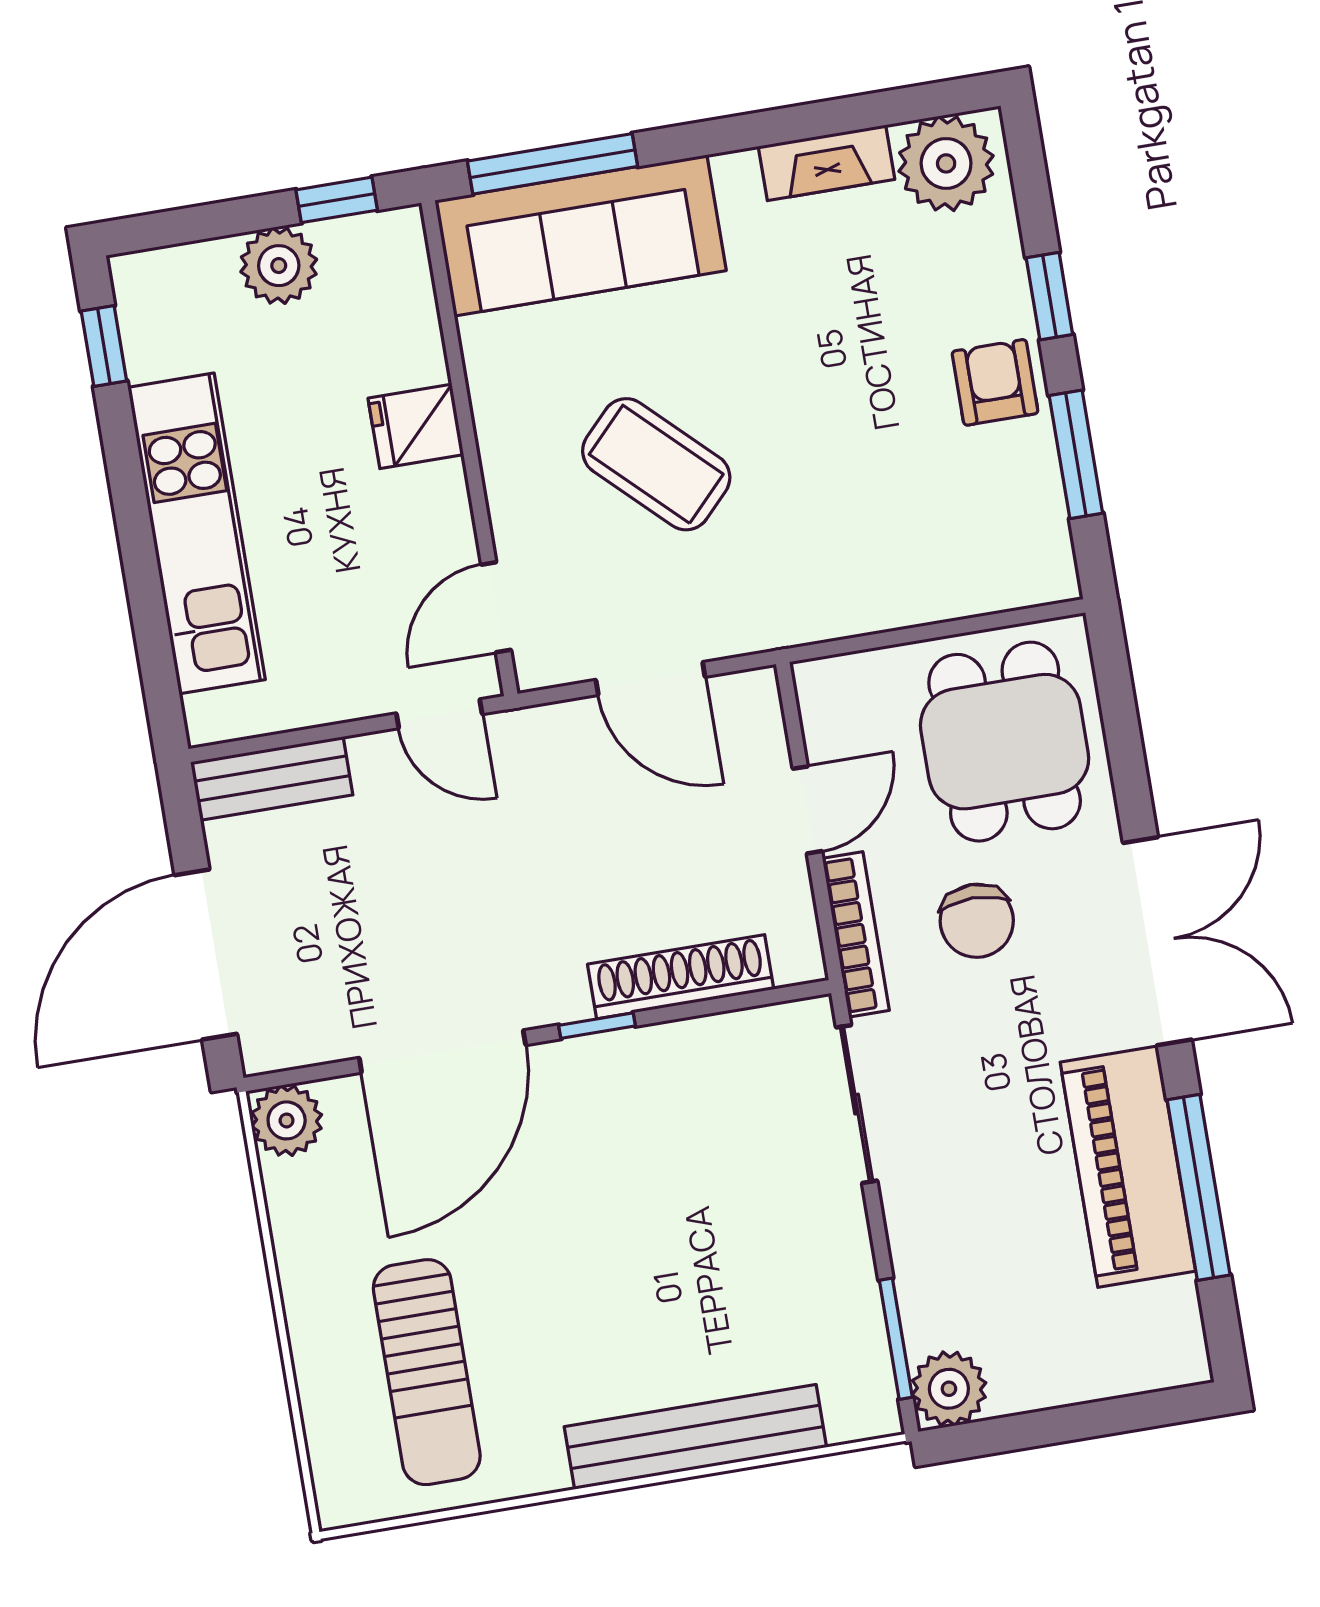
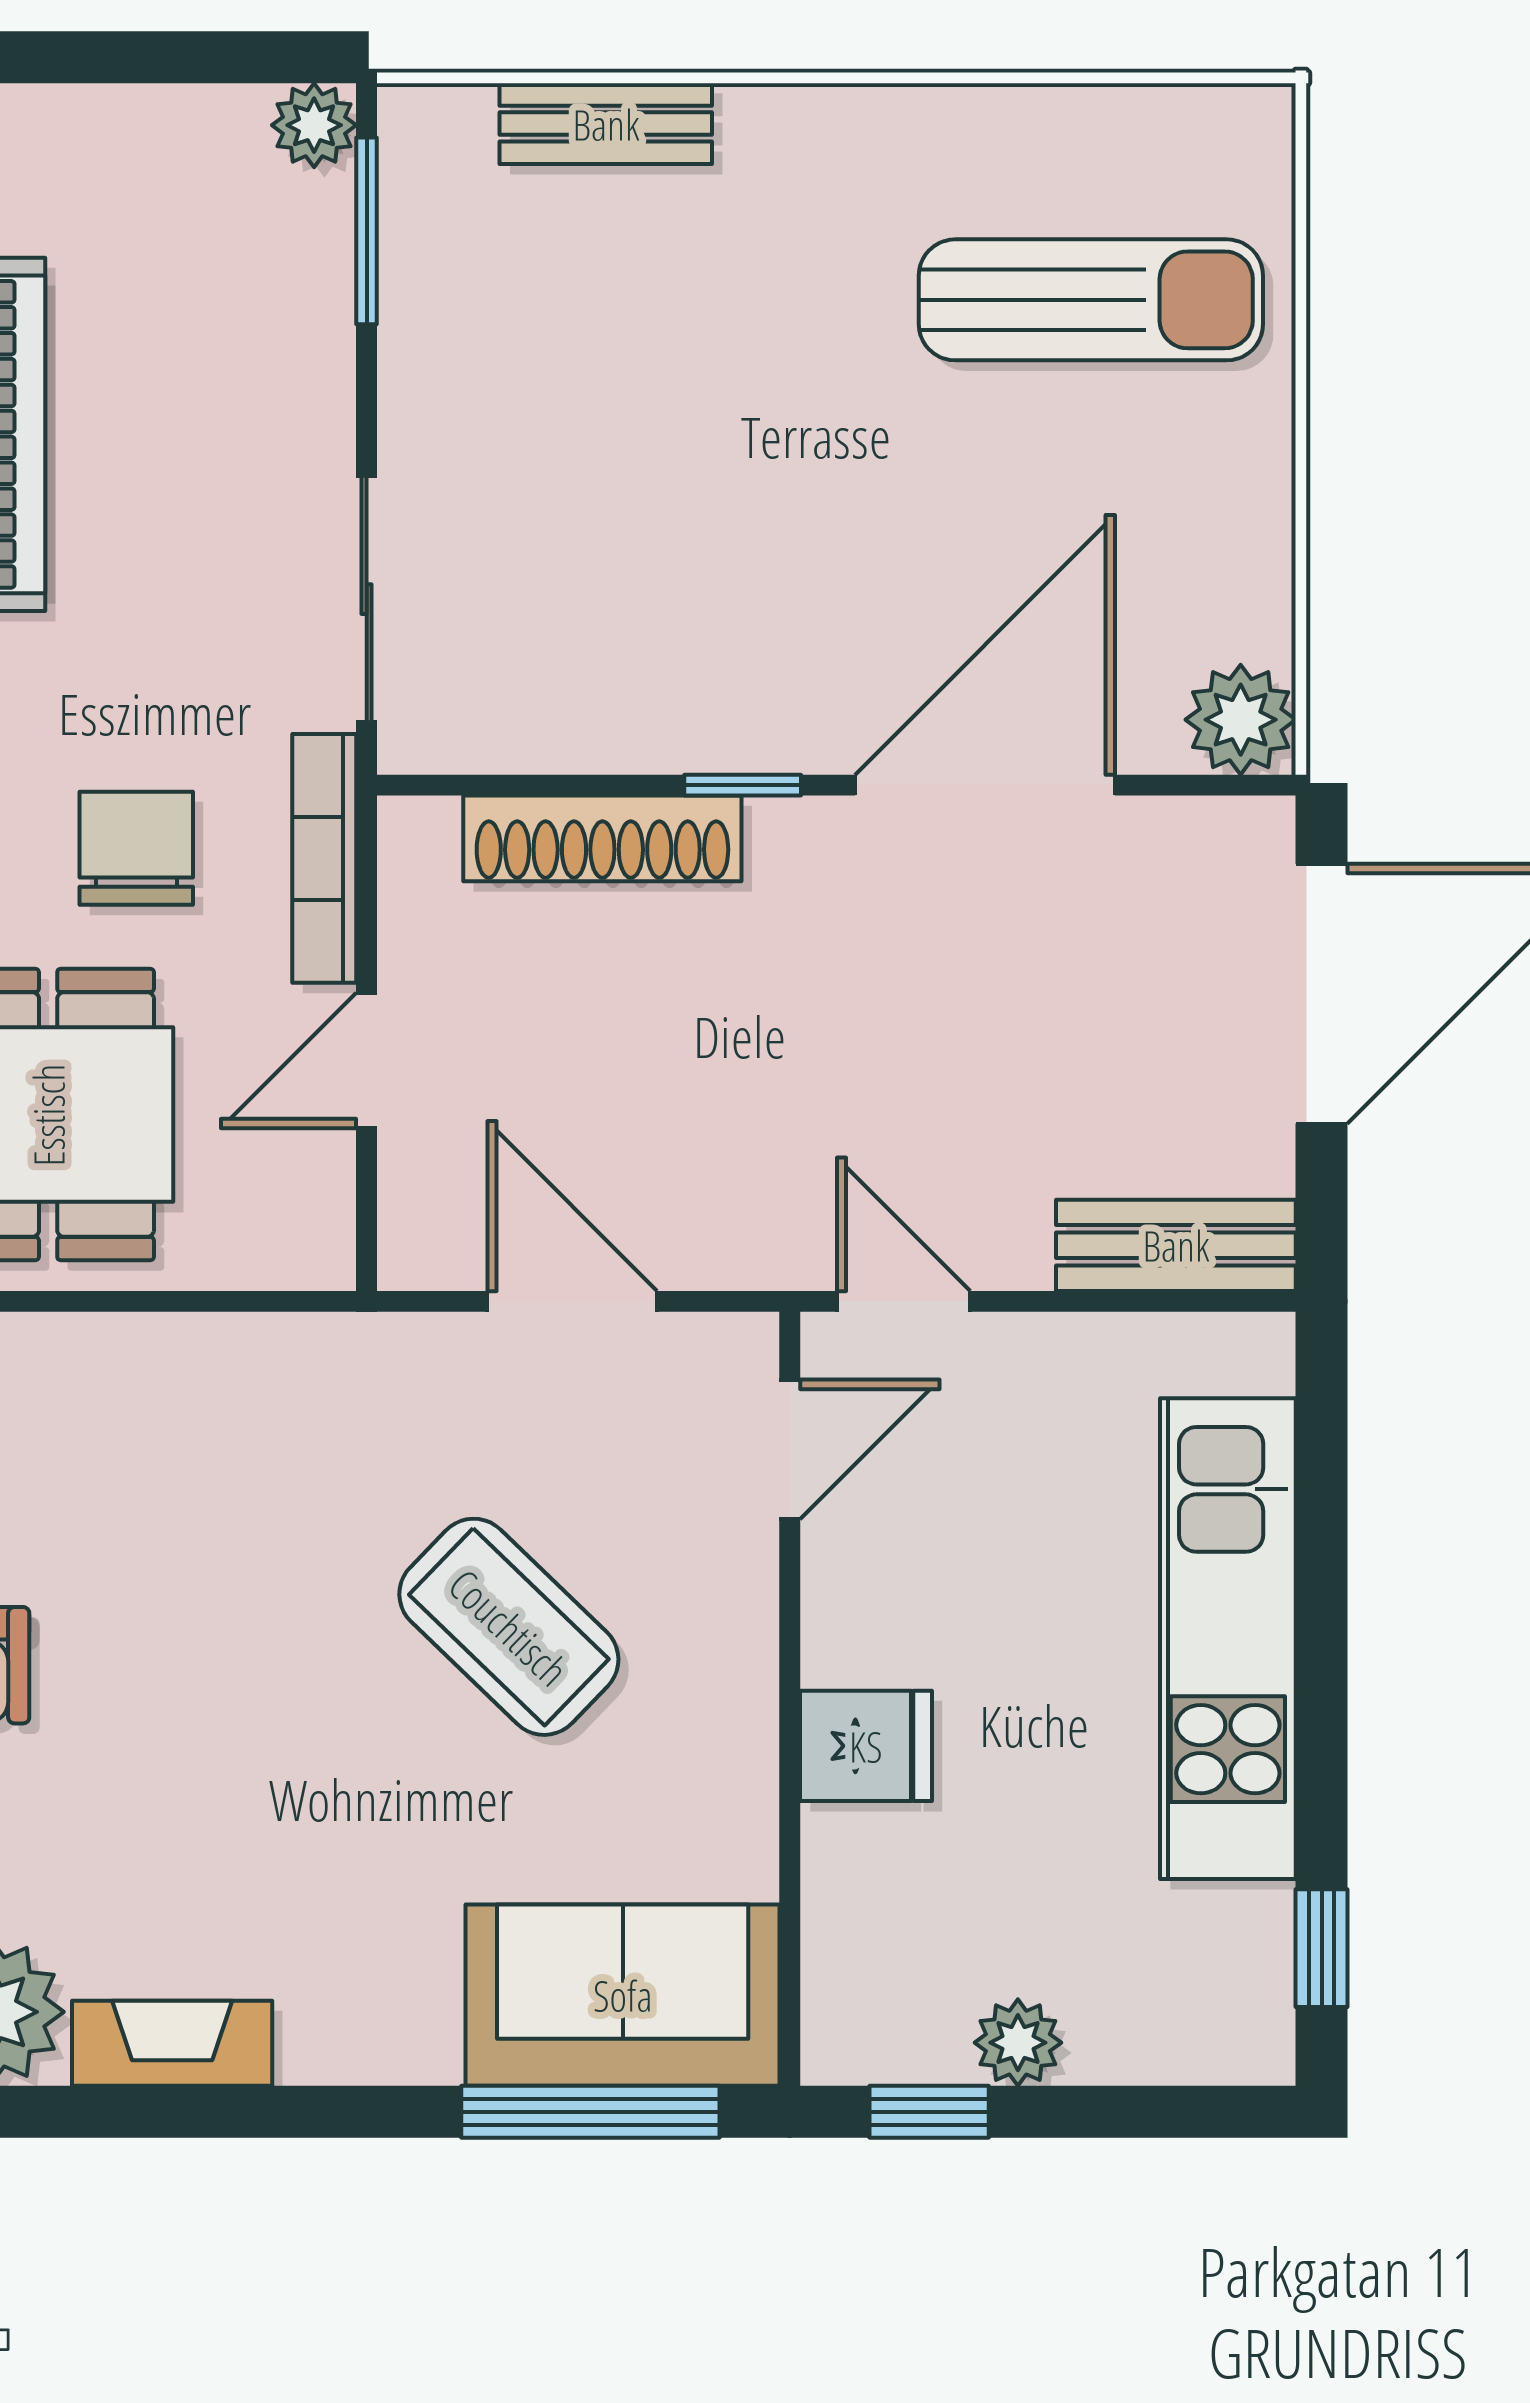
sofa: (581, 235) -> (623, 1995), width x0.73
plant: (279, 266) -> (1018, 2043), width x0.73, depth x0.73
sun lounger: (427, 1372) -> (1091, 300), turned 90
plant: (949, 1389) -> (314, 125), width x0.73, depth x0.73
bench: (695, 1437) -> (606, 124), width x0.54, depth x0.82

